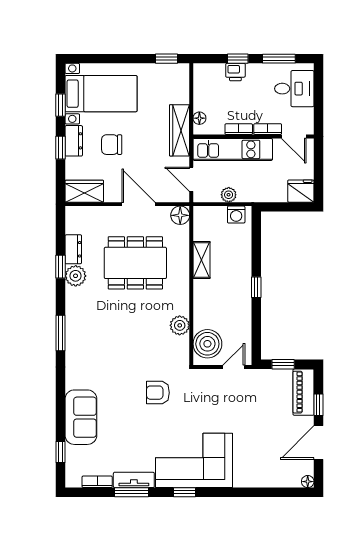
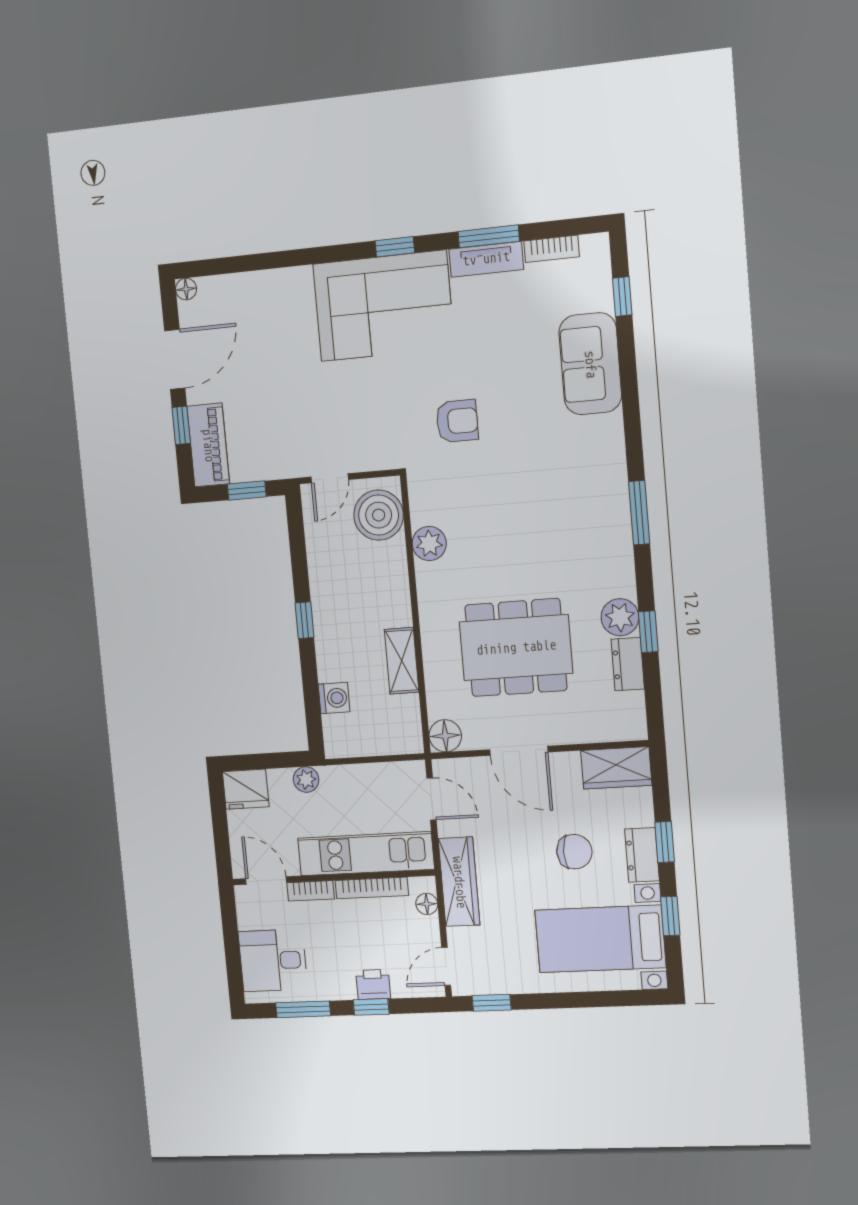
door: (191, 81) -> (446, 966), added
bookcase: (239, 129) -> (372, 888), width x1.56
plant: (229, 195) -> (306, 779), moved
washing machine: (236, 215) -> (334, 698), moved, turned 90

